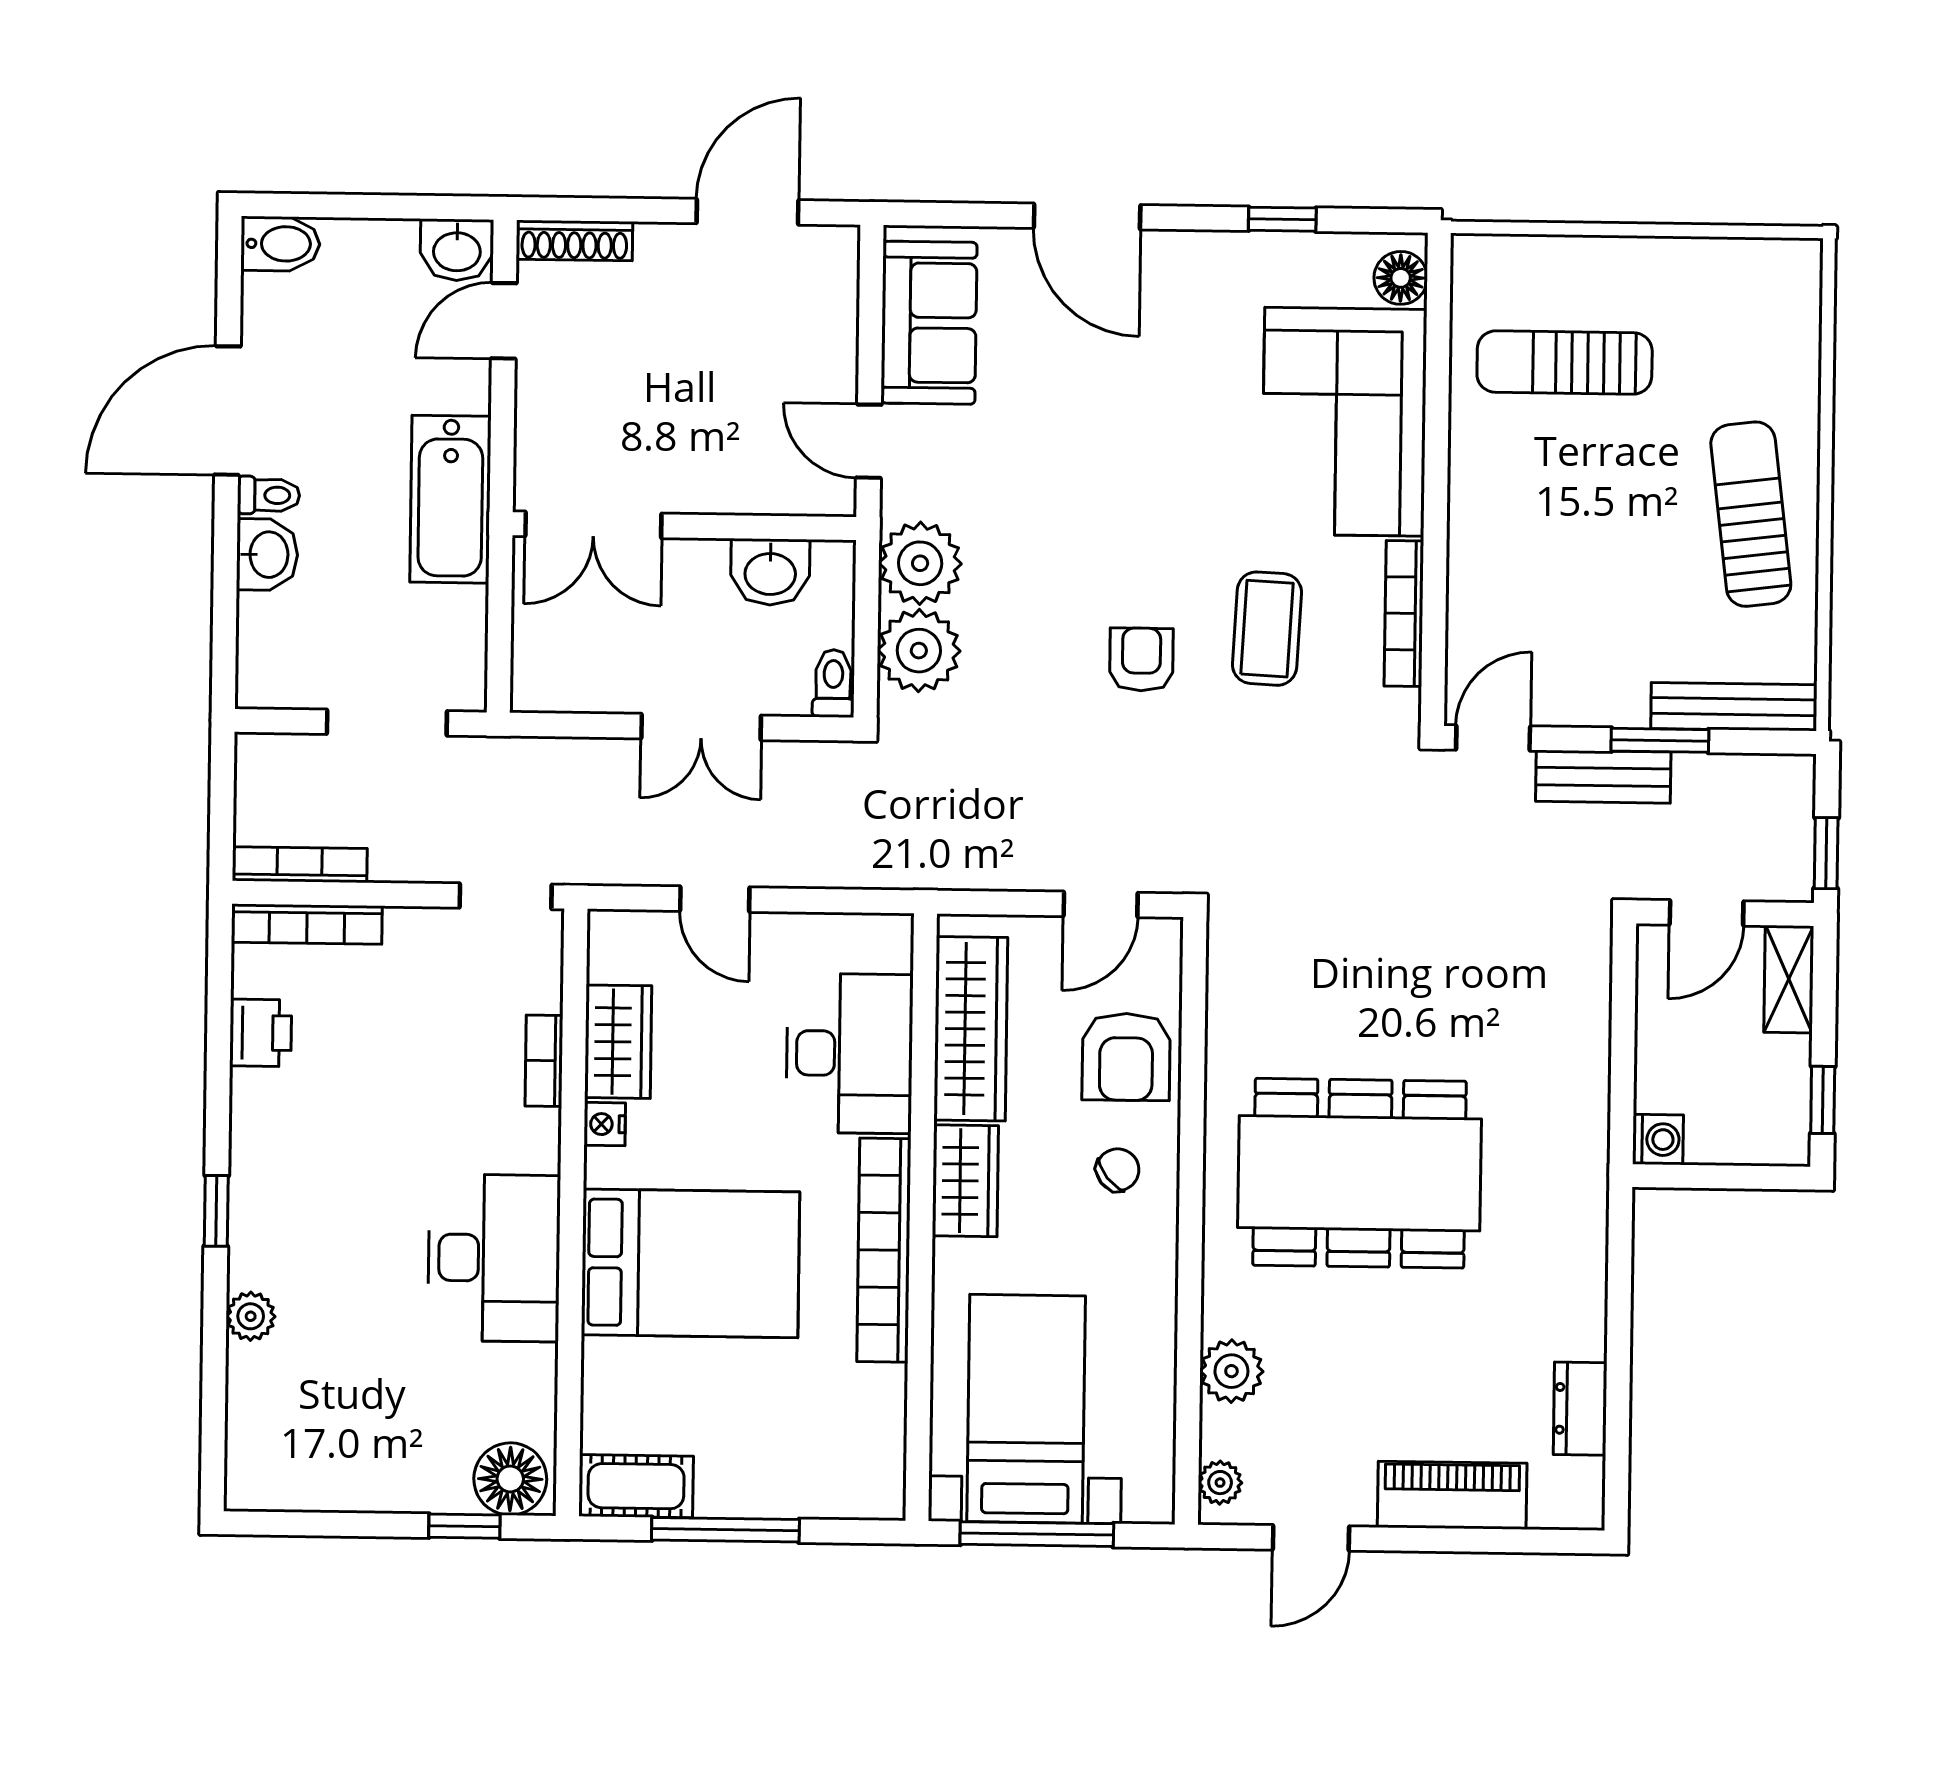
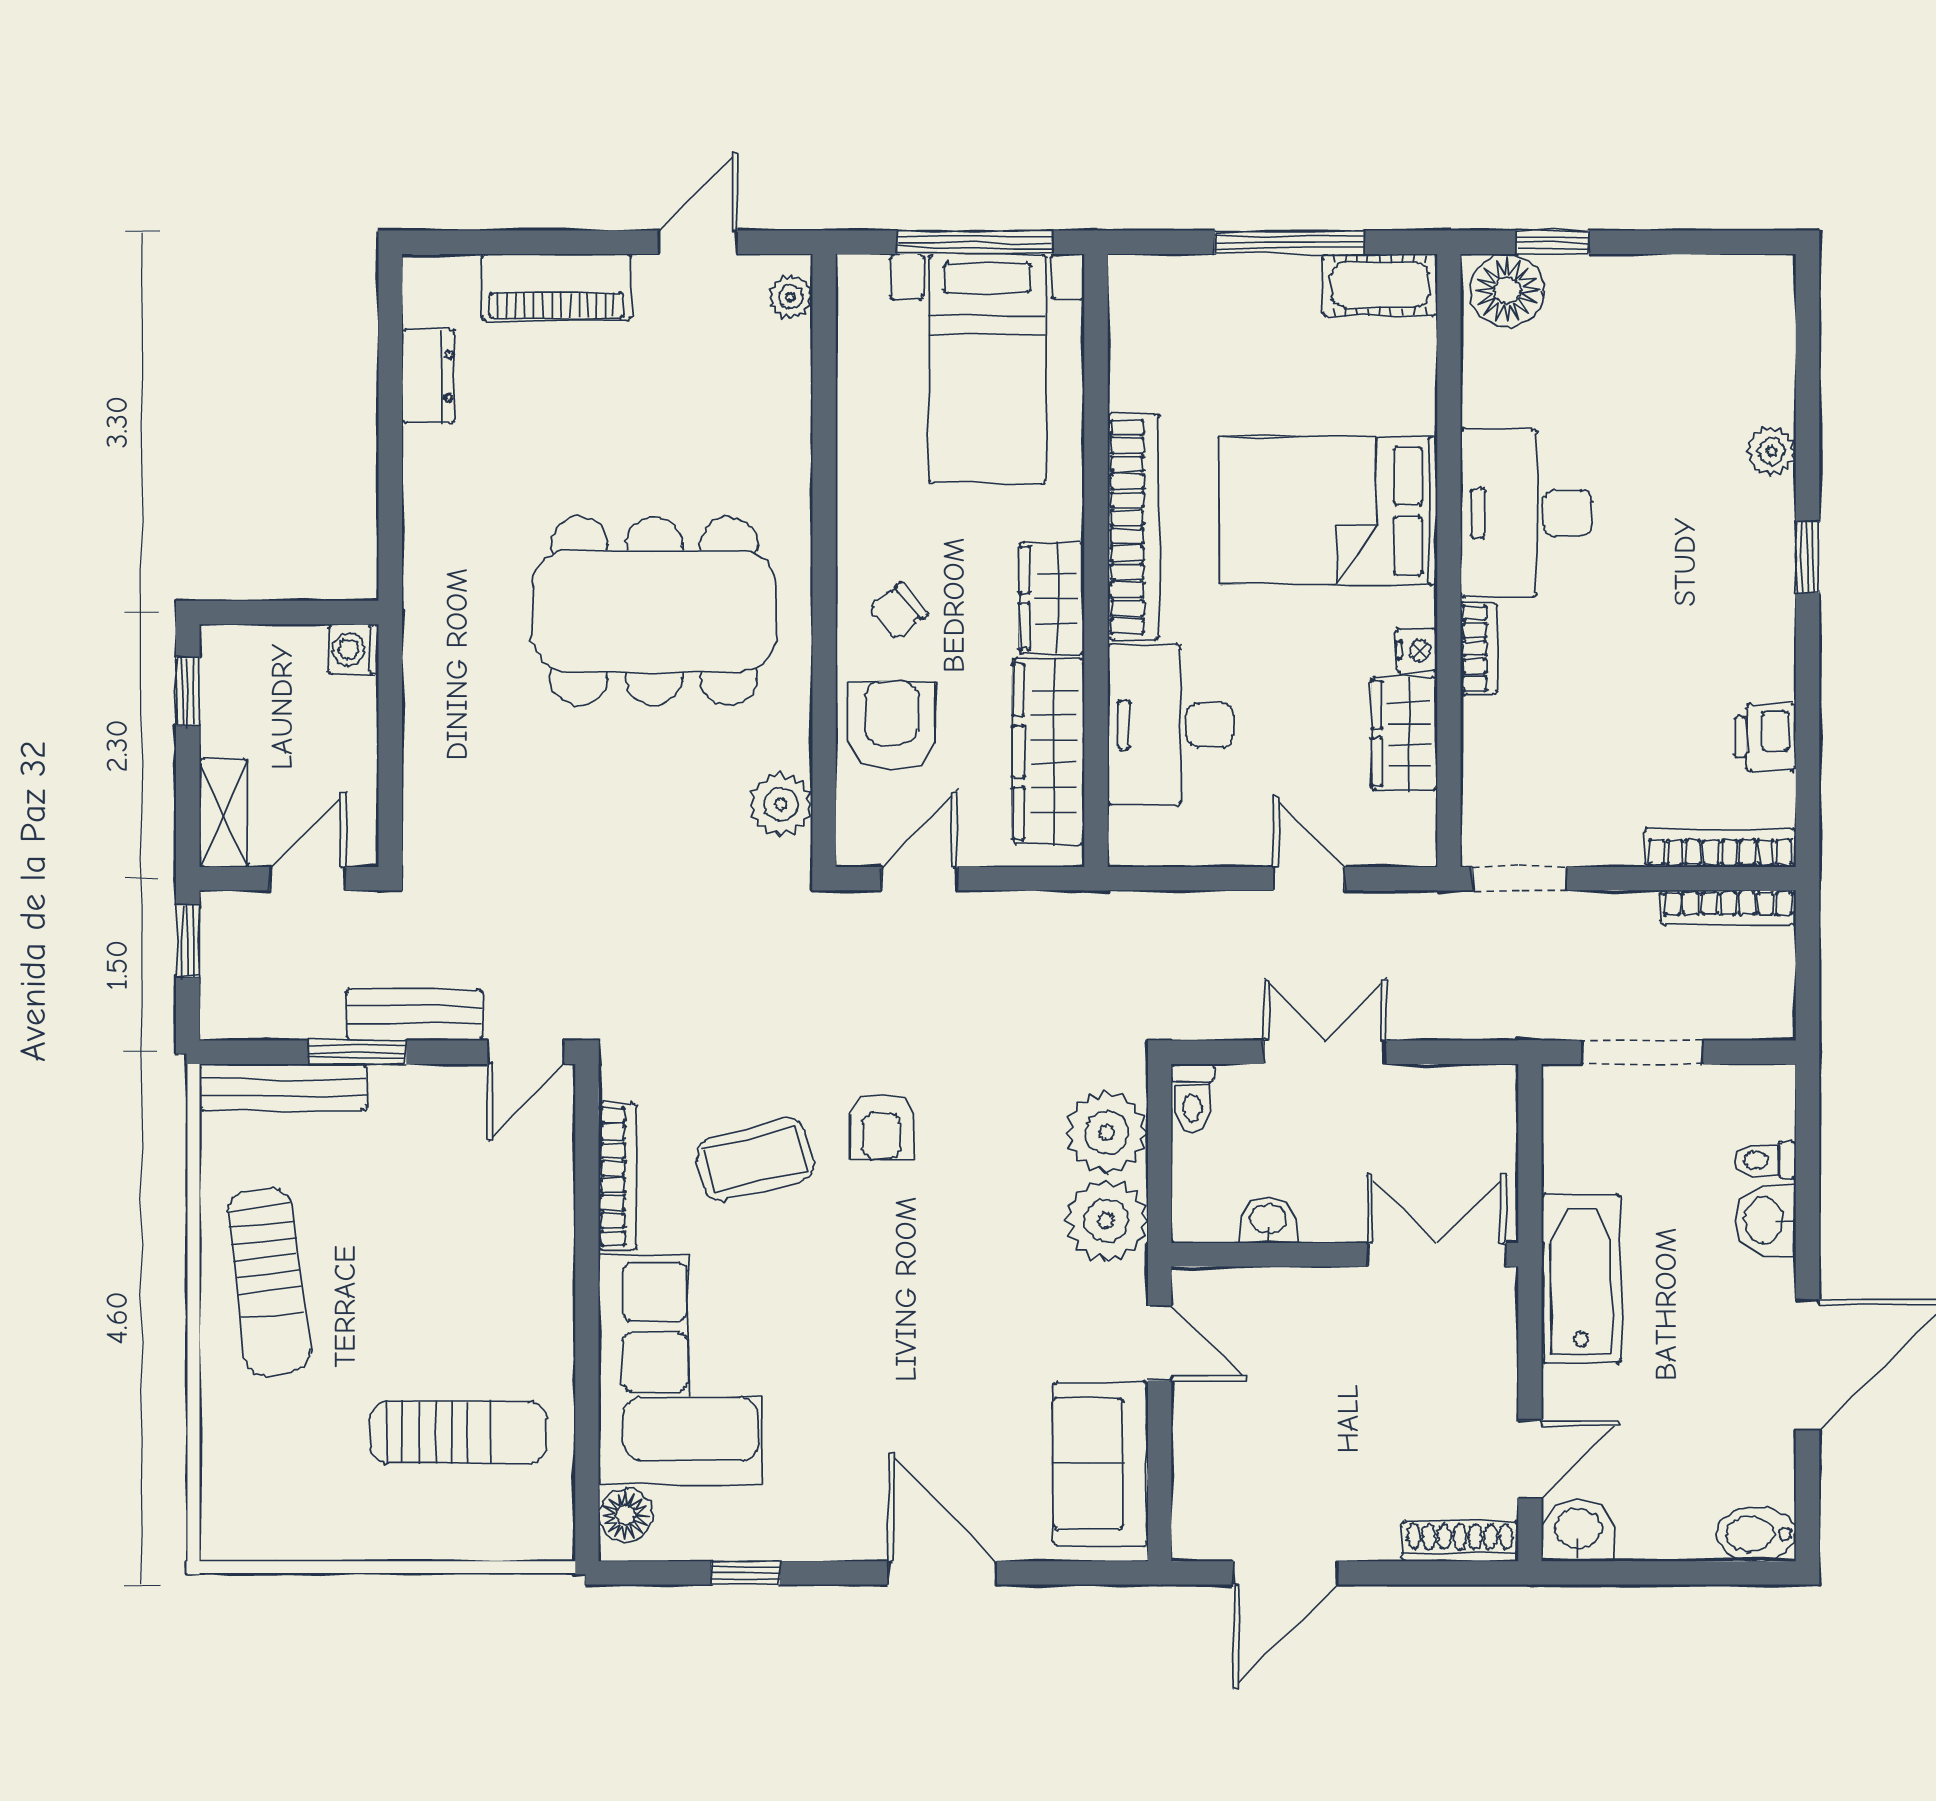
toilet: (269, 495) -> (1765, 1160), moved
washbasin: (770, 572) -> (1268, 1220), width x0.72, depth x0.69
coffee table: (1267, 629) -> (755, 1160), turned 72
bookcase: (544, 1061) -> (1479, 648), moved
plant: (1231, 1371) -> (781, 804), moved

